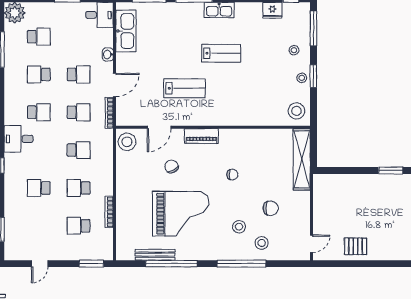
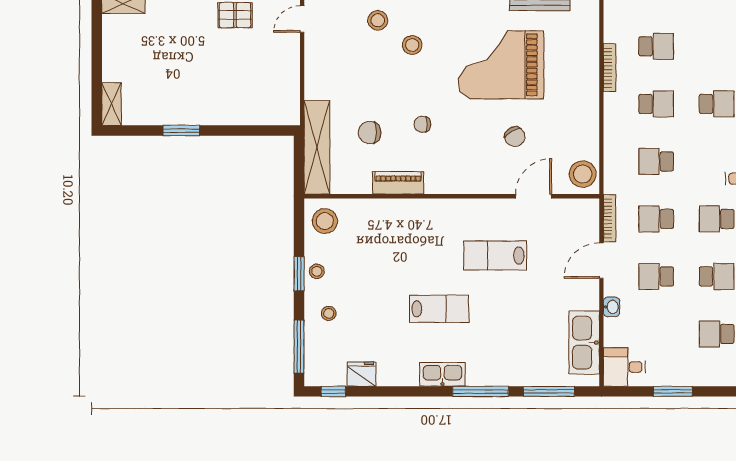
lab bench: (221, 53) -> (439, 309), turned 180
piano: (201, 136) -> (398, 183), moved
chair: (271, 208) -> (370, 132), moved

